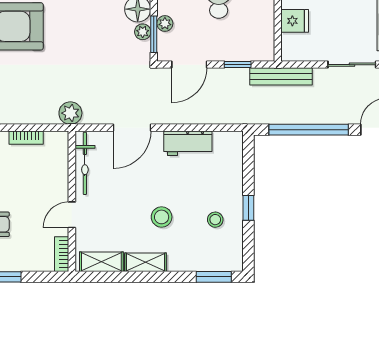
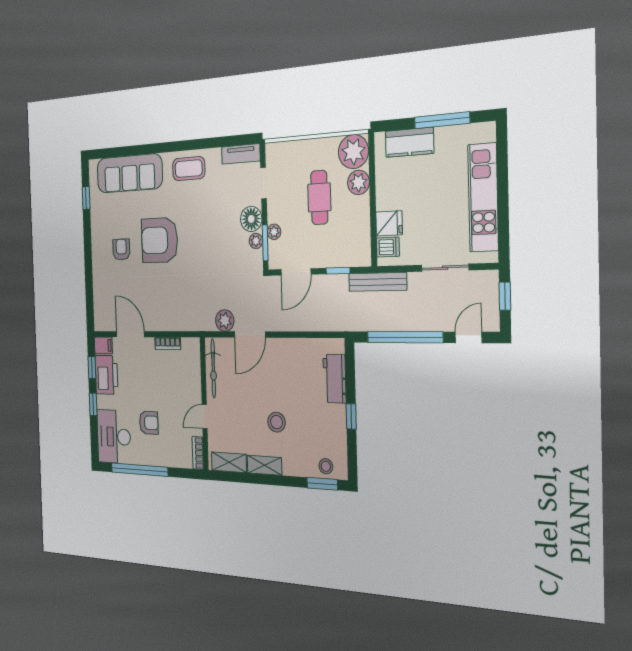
dishwasher: (293, 43) -> (388, 247), added
plant: (70, 113) -> (225, 321), moved
workbench: (188, 143) -> (335, 379), moved, turned 90
stool: (215, 220) -> (326, 466), moved

